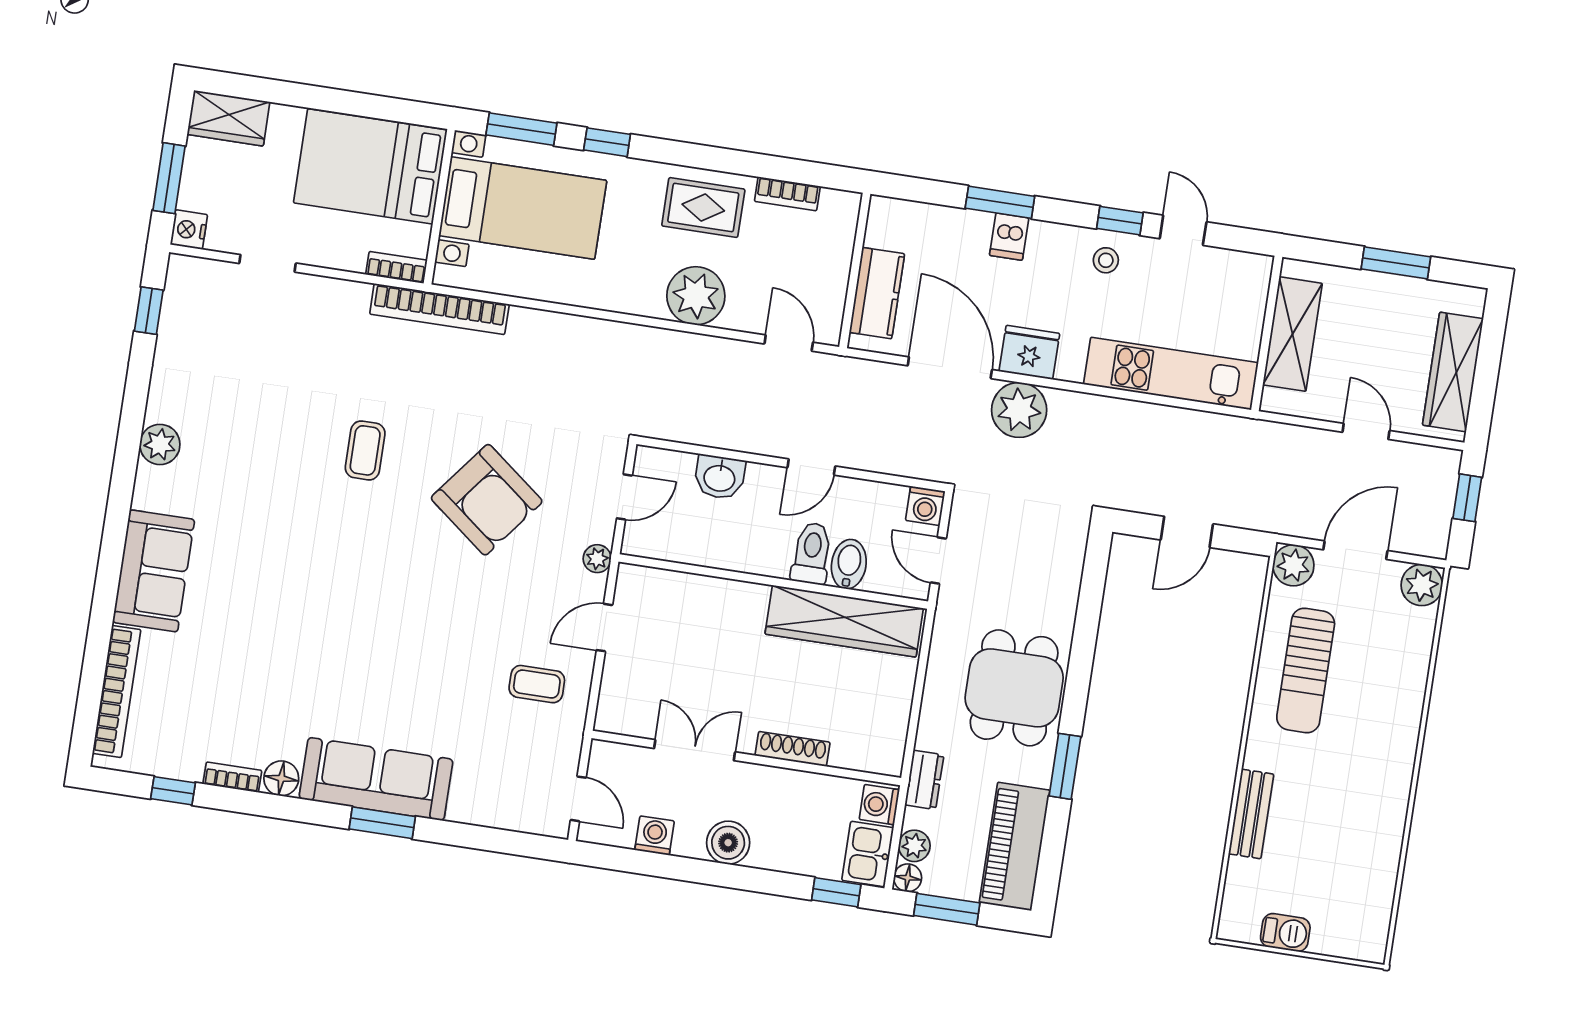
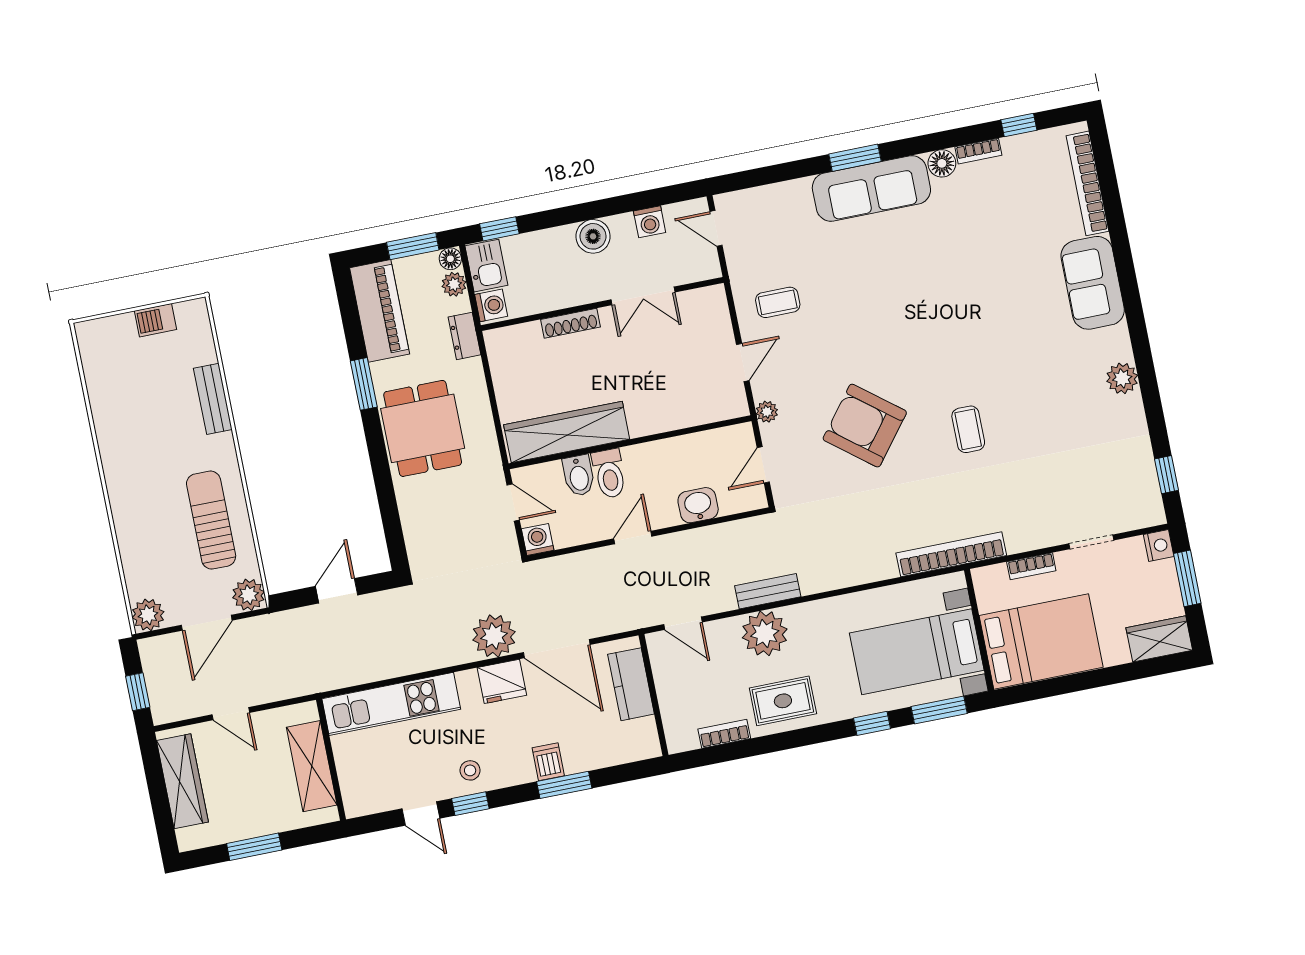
bookcase: (396, 267) -> (1031, 566), moved
bench: (674, 345) -> (768, 591), added

